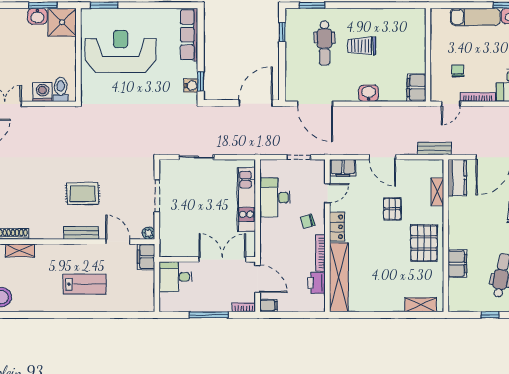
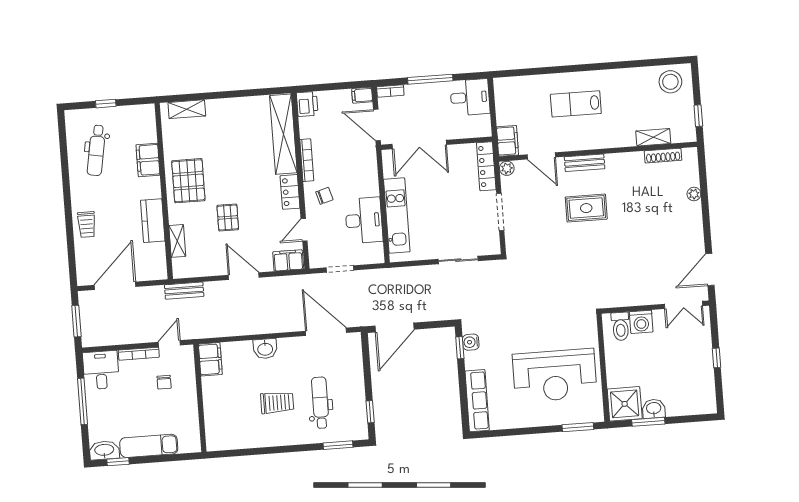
kitchen counter: (457, 178) -> (153, 221), moved
locker: (166, 236) -> (486, 166), added
desk: (176, 277) -> (470, 97), moved
printer: (316, 283) -> (307, 104), moved

